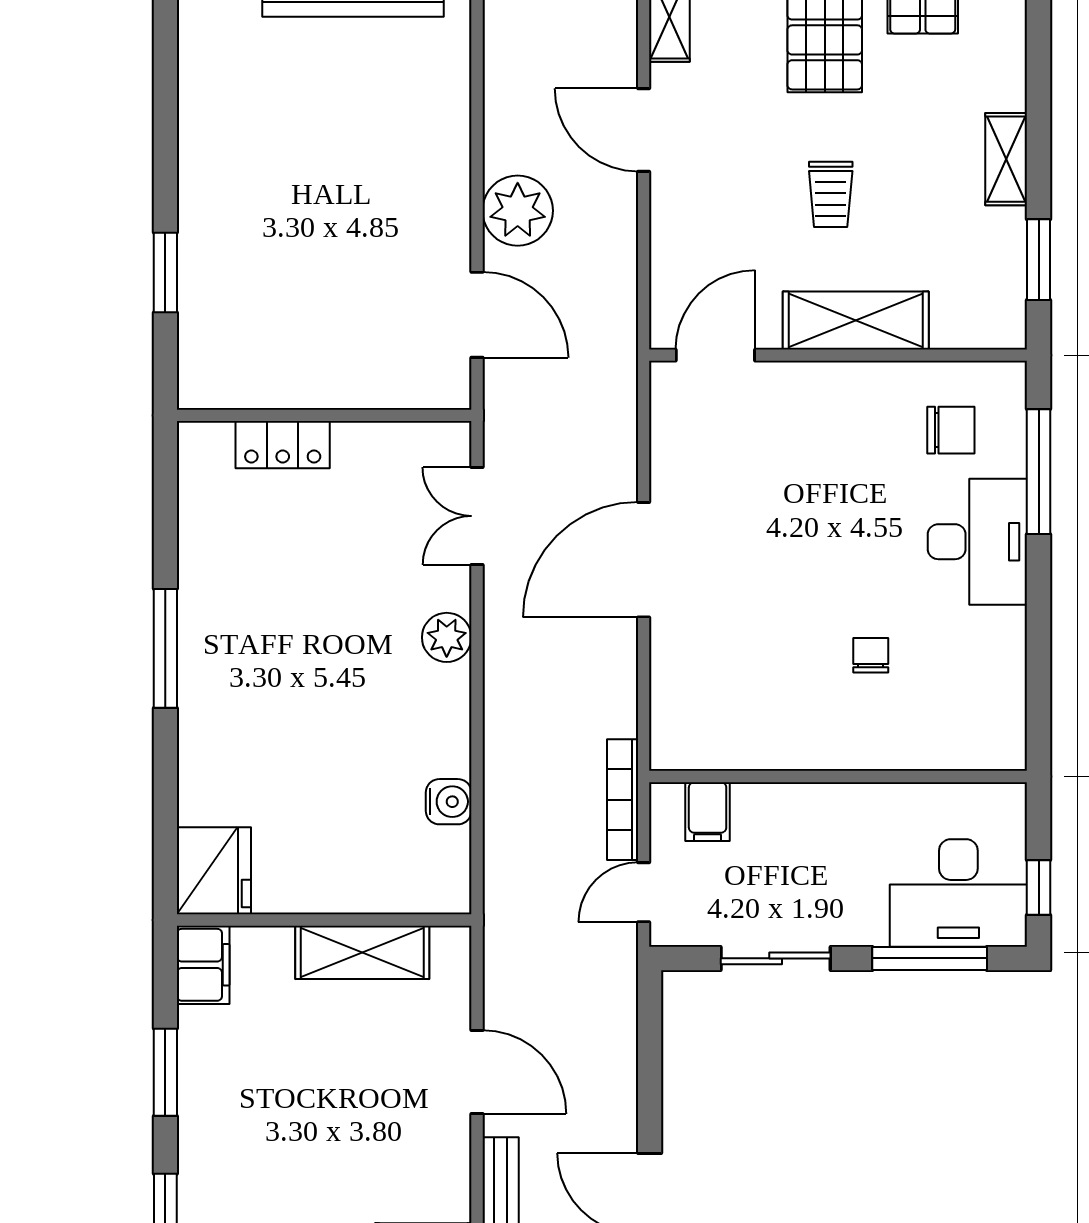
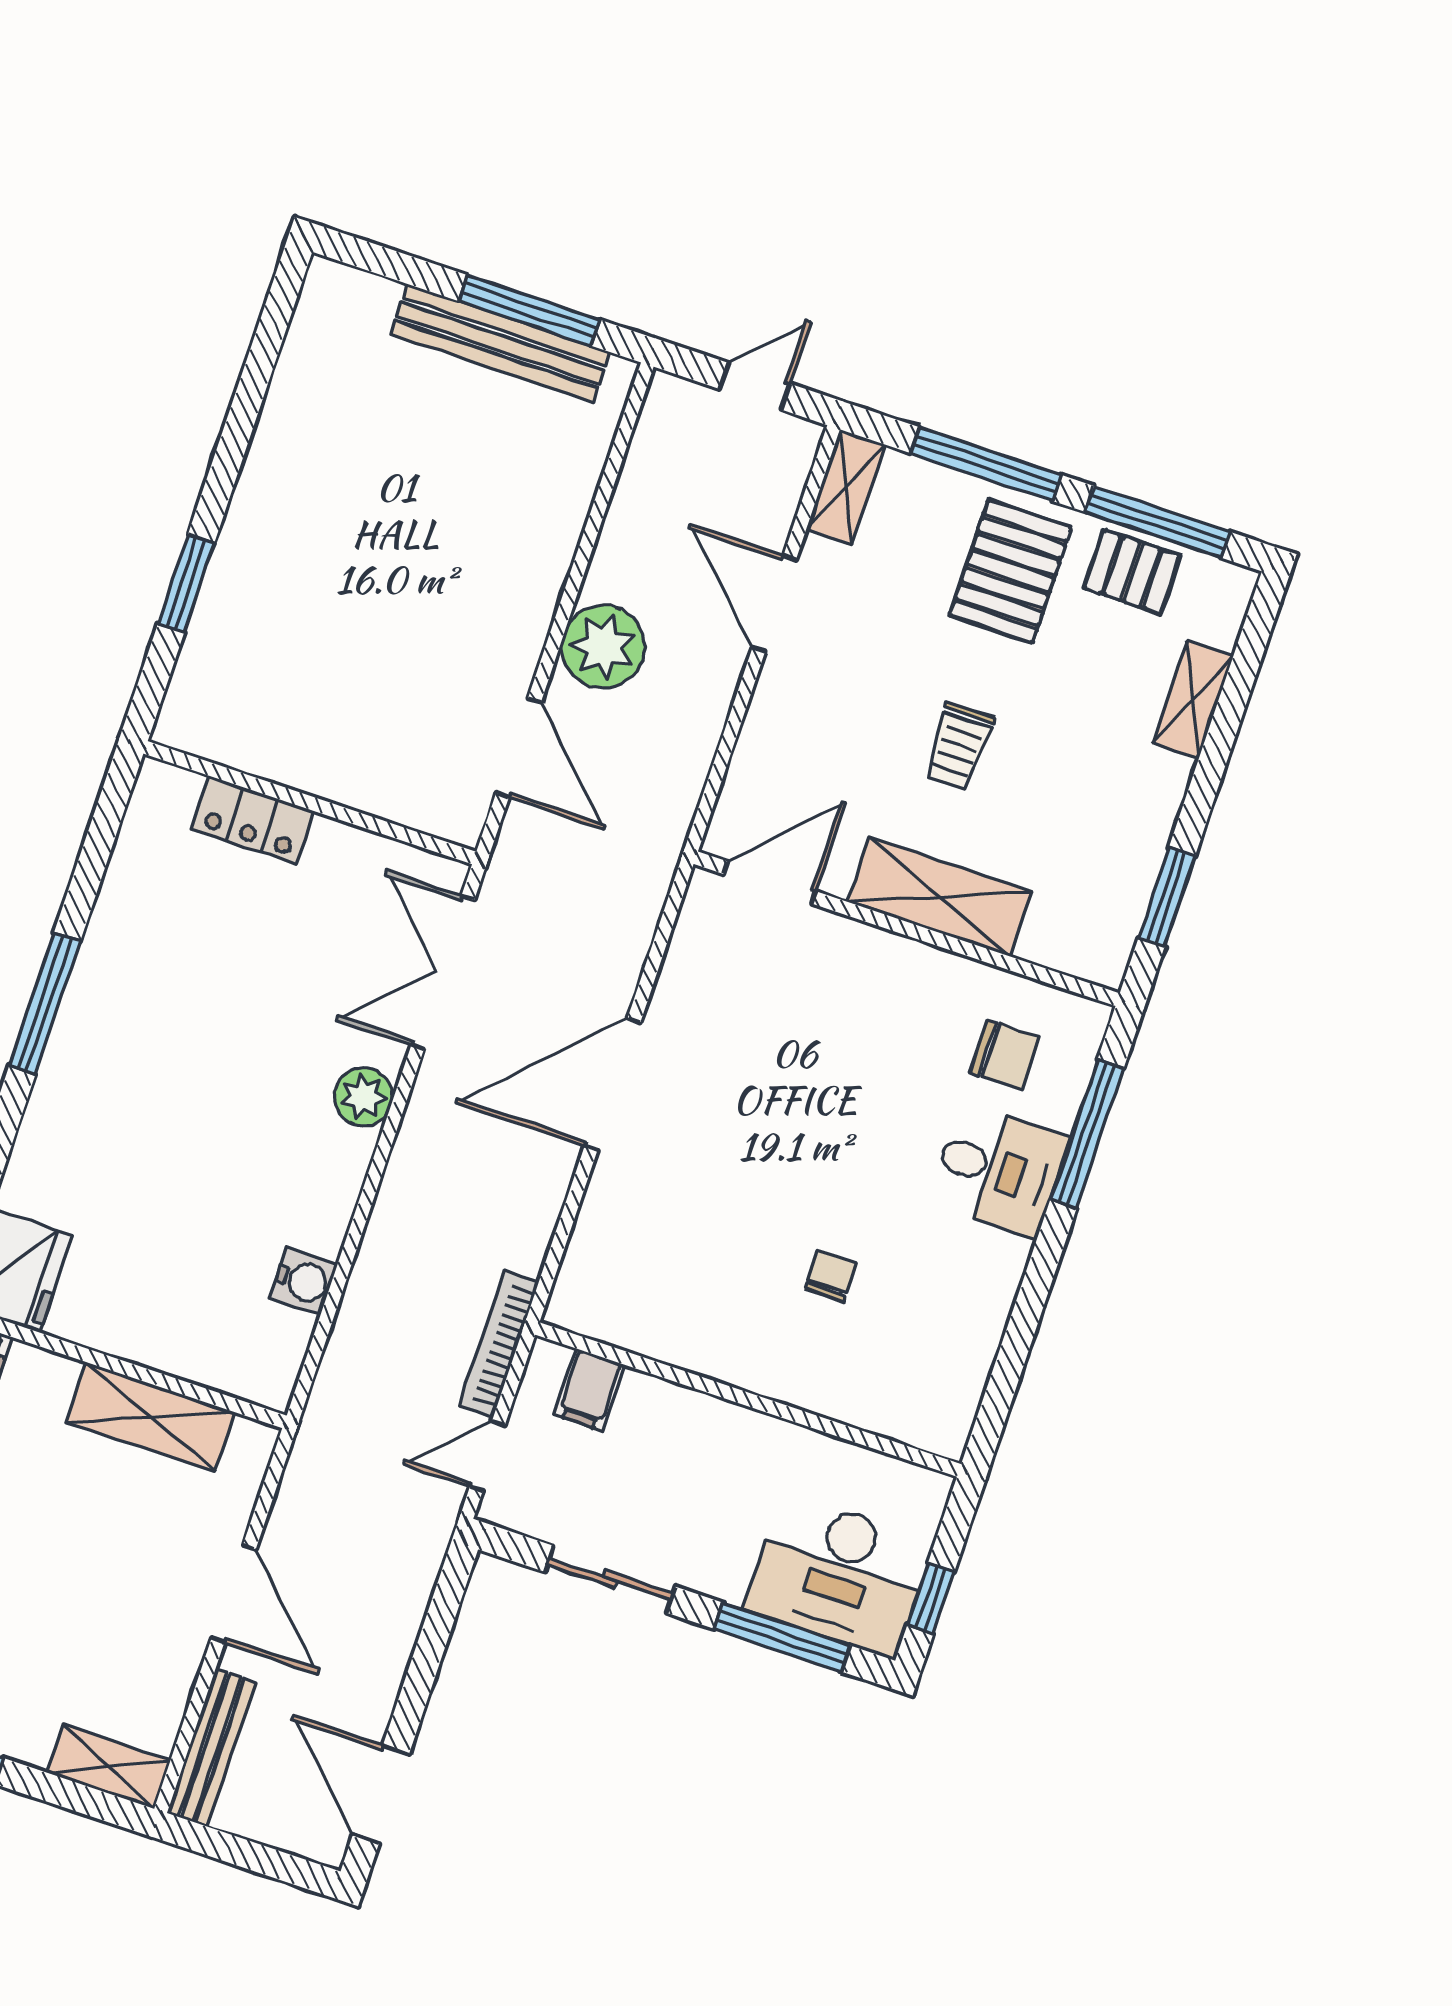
shelving: (1006, 159) -> (1193, 699), moved
double door: (477, 516) -> (443, 973), width x1.37
desk: (977, 542) -> (999, 1170), width x0.73

